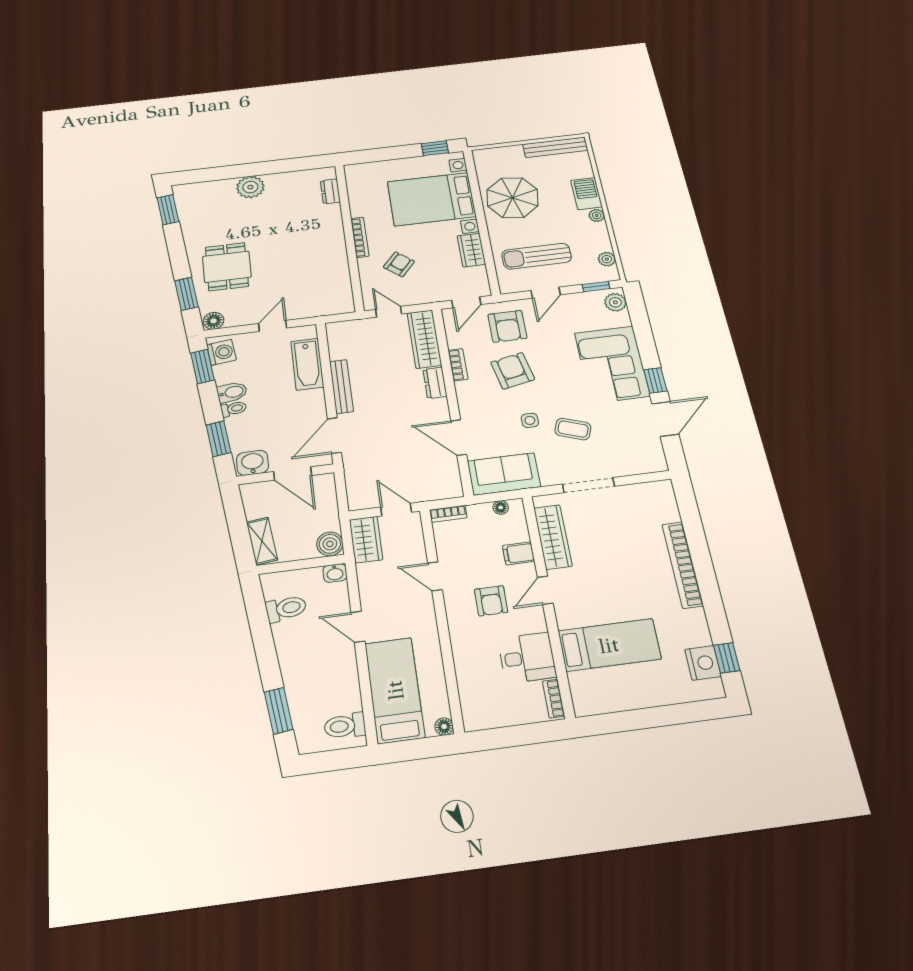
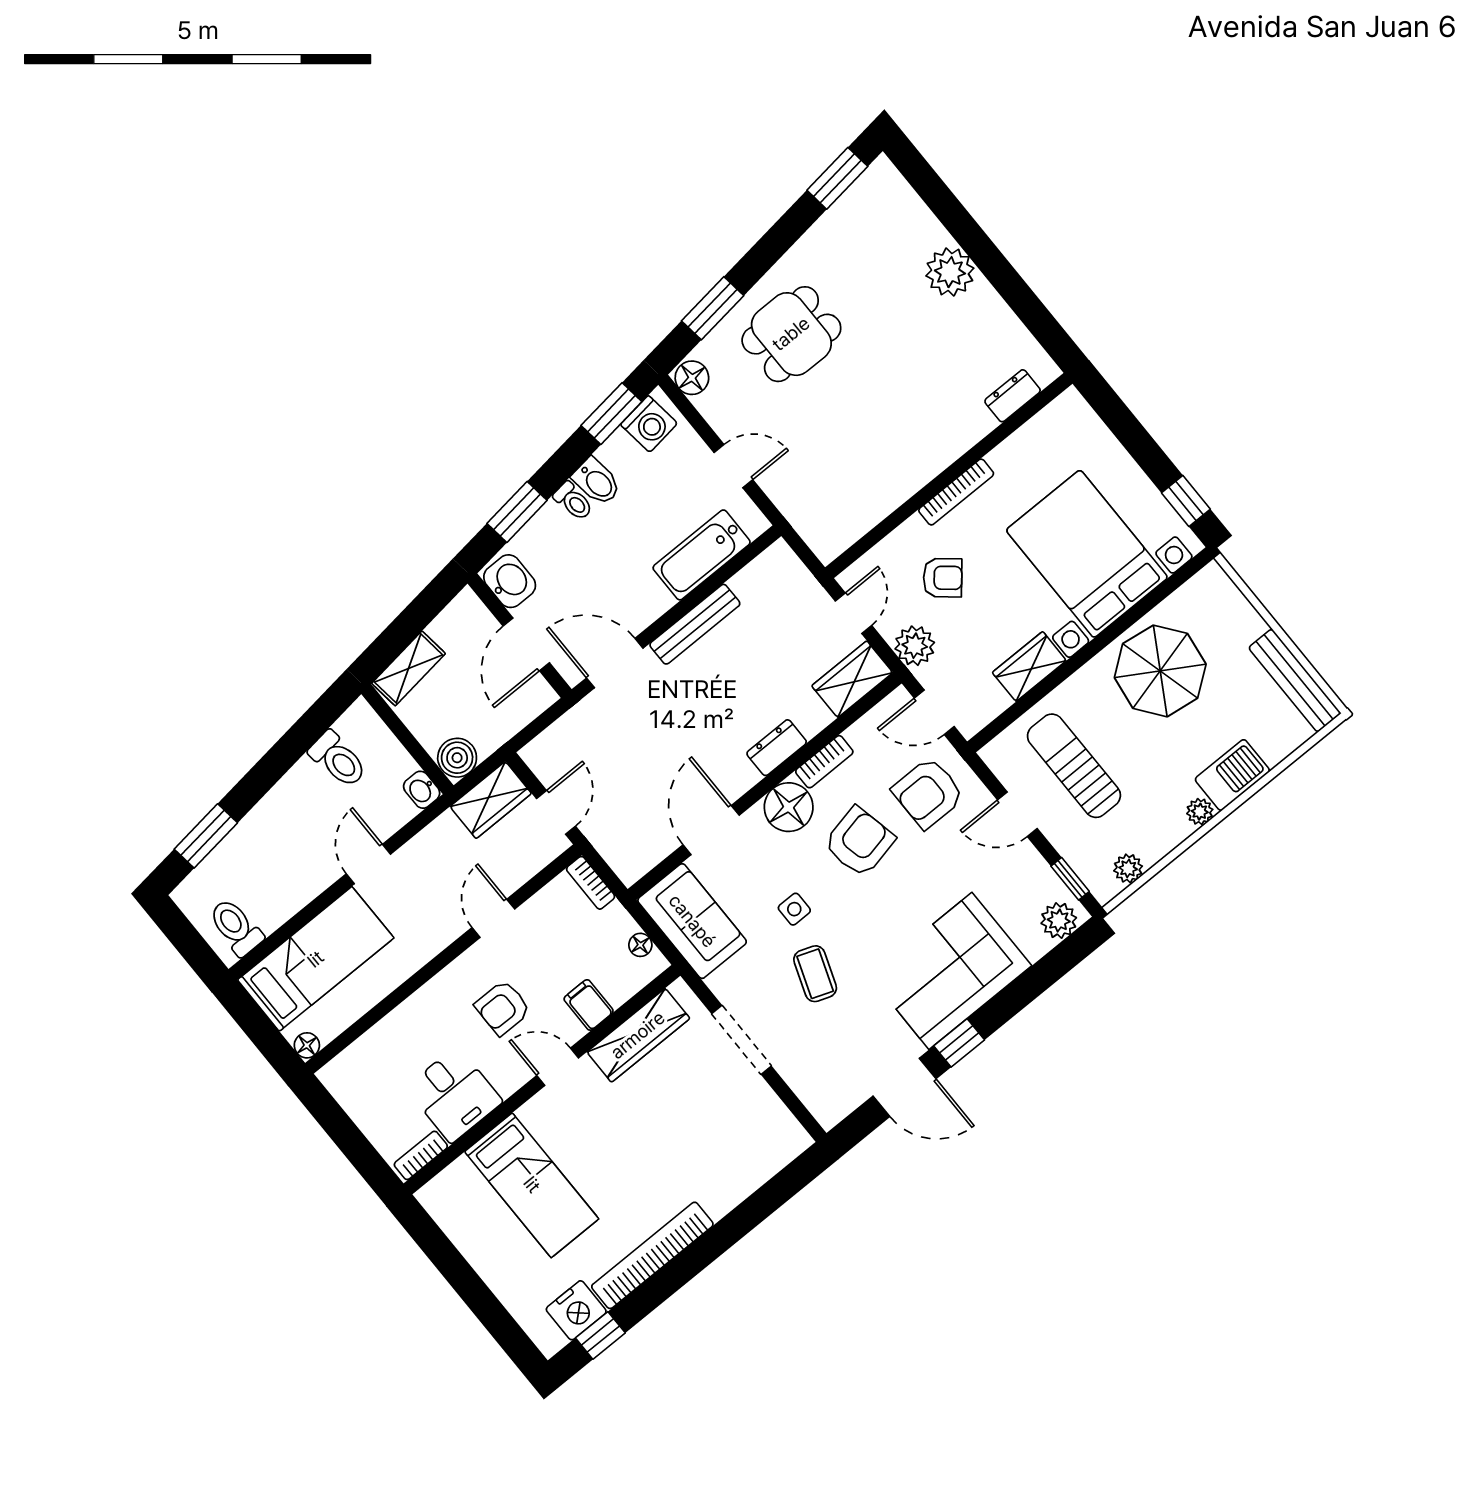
plant: (425, 294) -> (915, 646), added
wardrobe: (424, 339) -> (852, 679), width x0.67
floor lamp: (471, 394) -> (789, 807), added
bookcase: (682, 565) -> (652, 1255), moved

